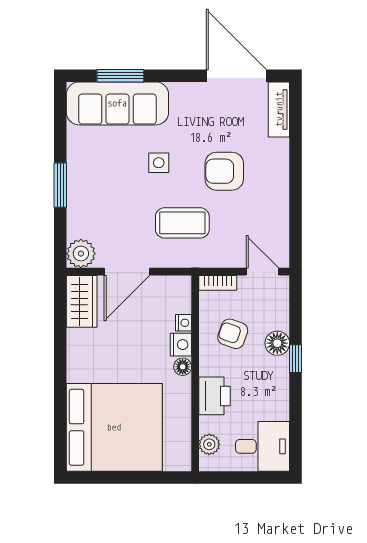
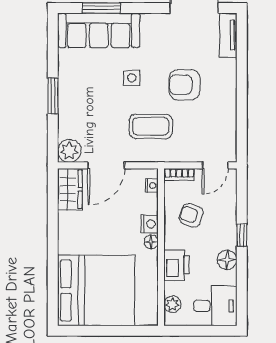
door: (262, 272) -> (215, 165), swing flipped
nightstand: (184, 323) -> (152, 186), moved
floor lamp: (277, 343) -> (227, 260), moved

